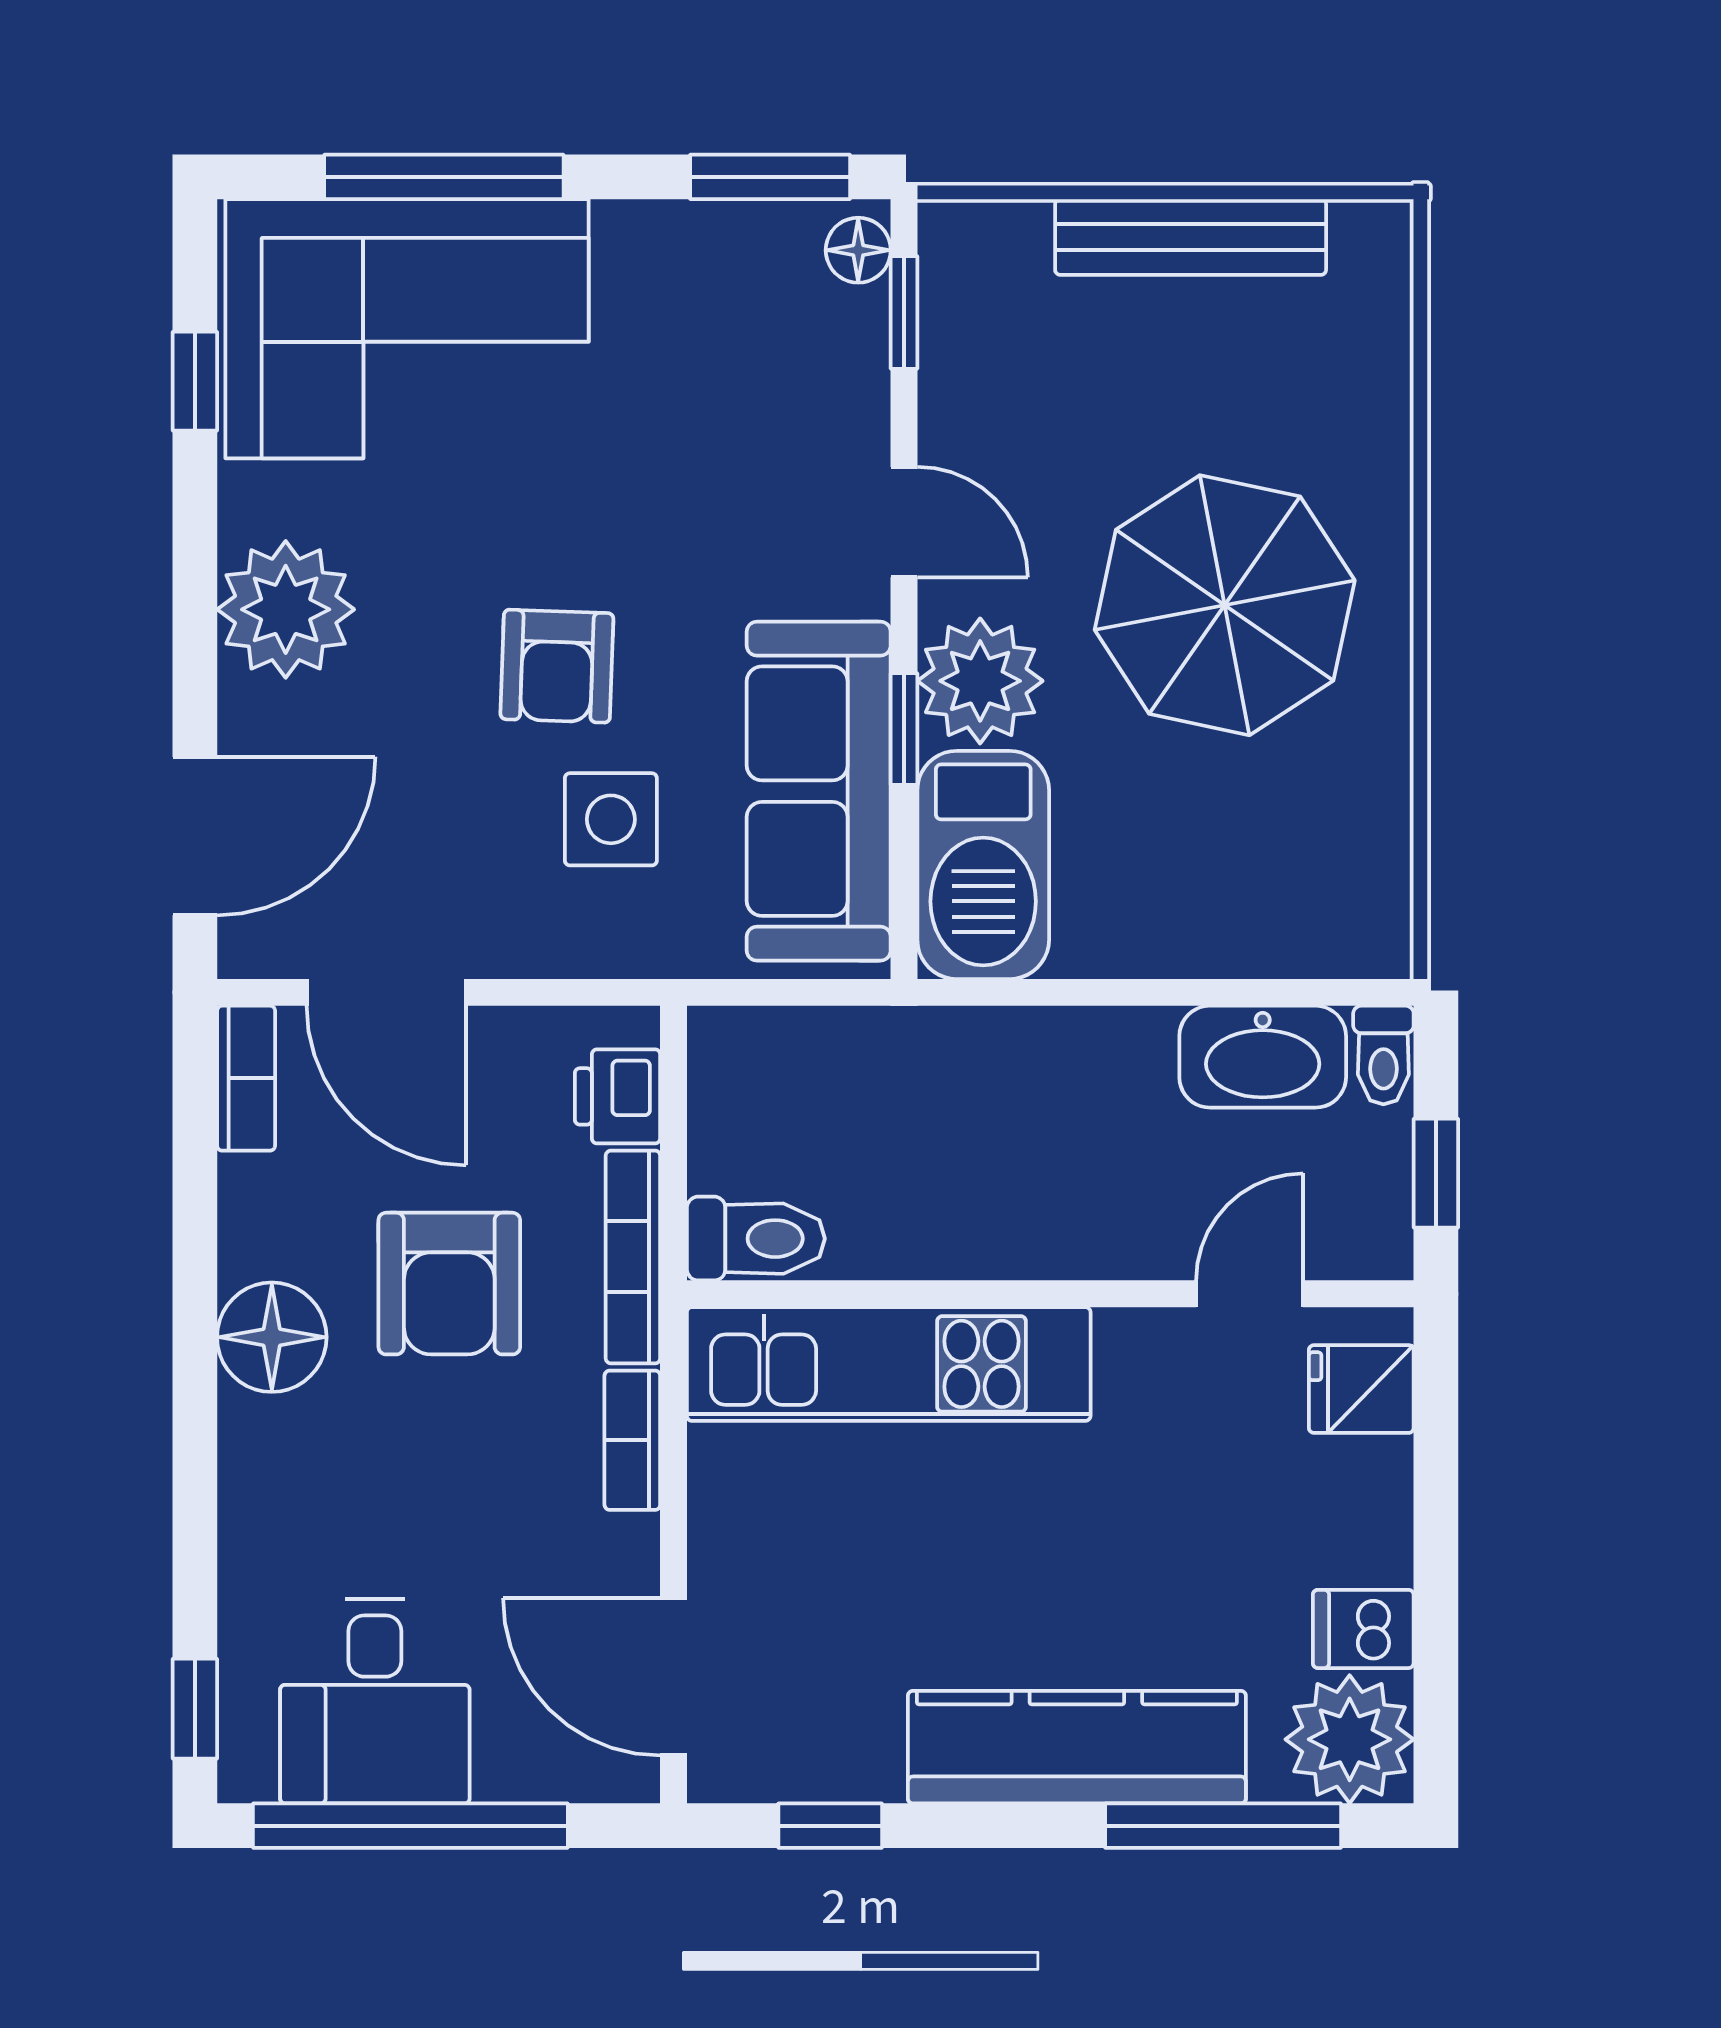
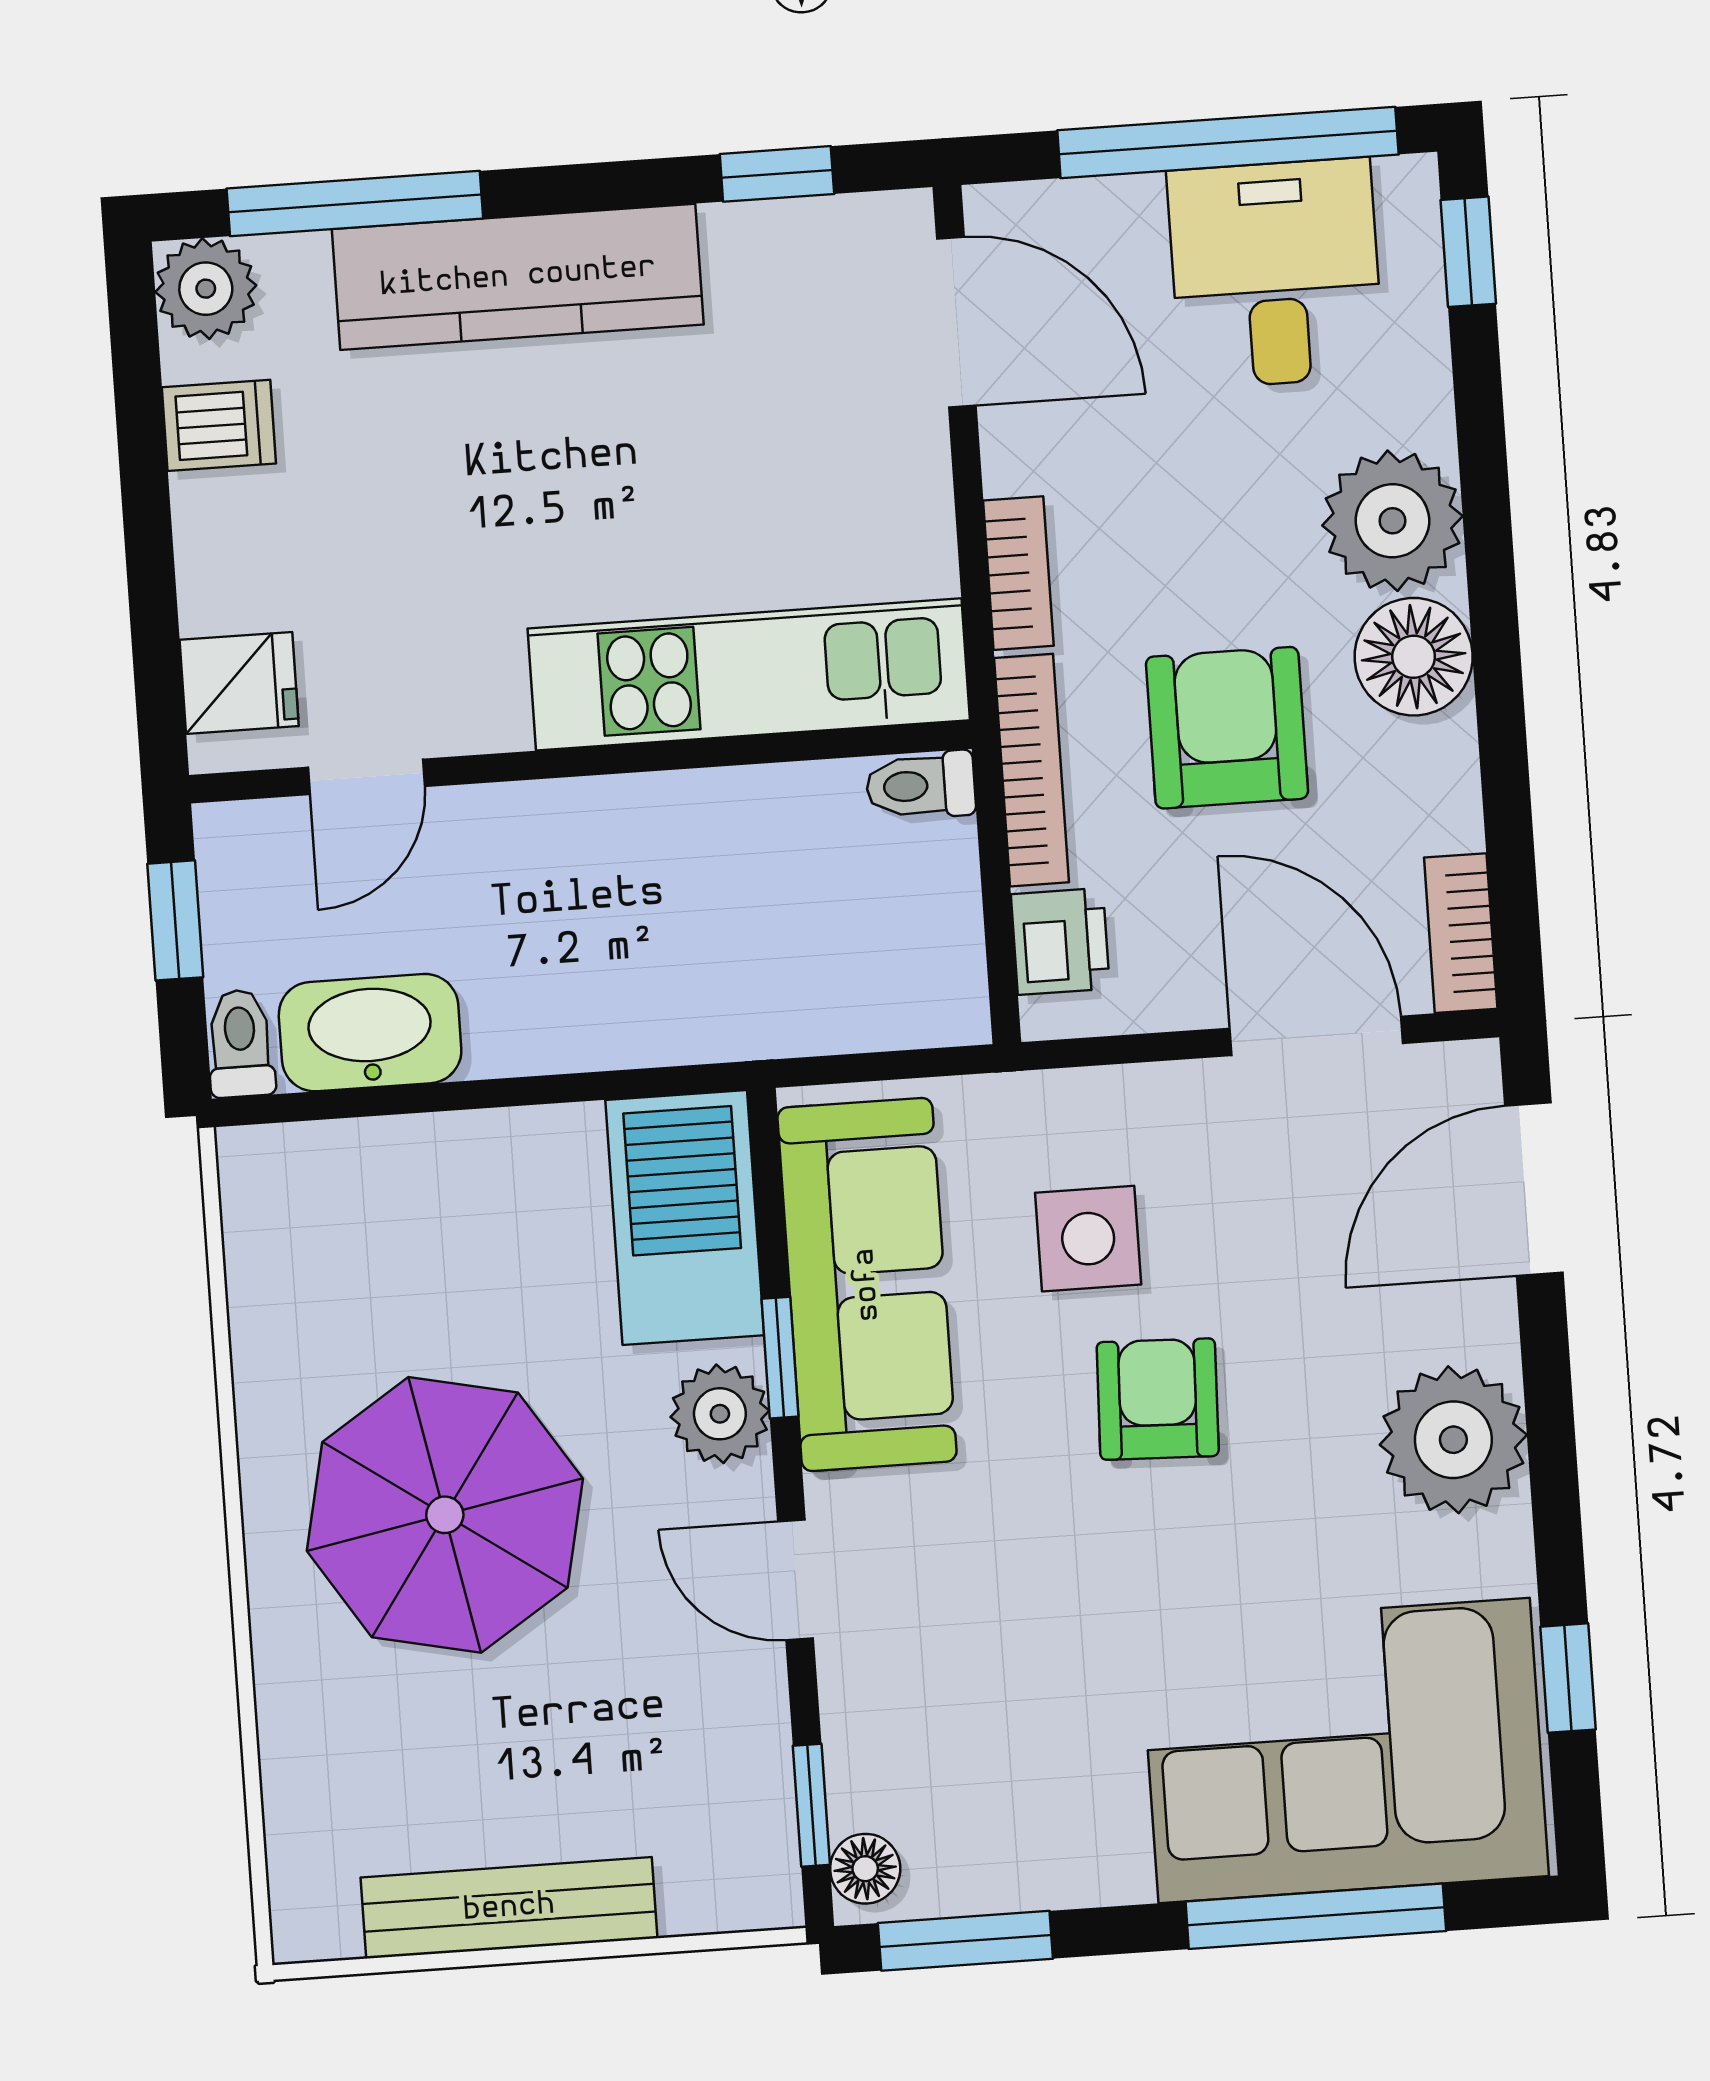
plant: (980, 681) -> (720, 1414), width x0.73, depth x0.73
toilet: (756, 1239) -> (921, 785), width x0.73, depth x0.72
plant: (282, 1465) -> (1392, 521), added
plant: (1350, 1739) -> (206, 289), width x0.73, depth x0.73

